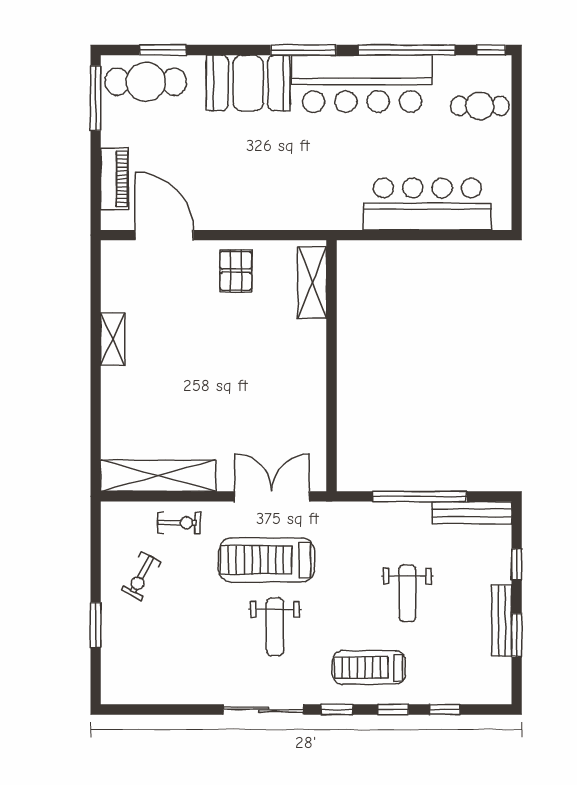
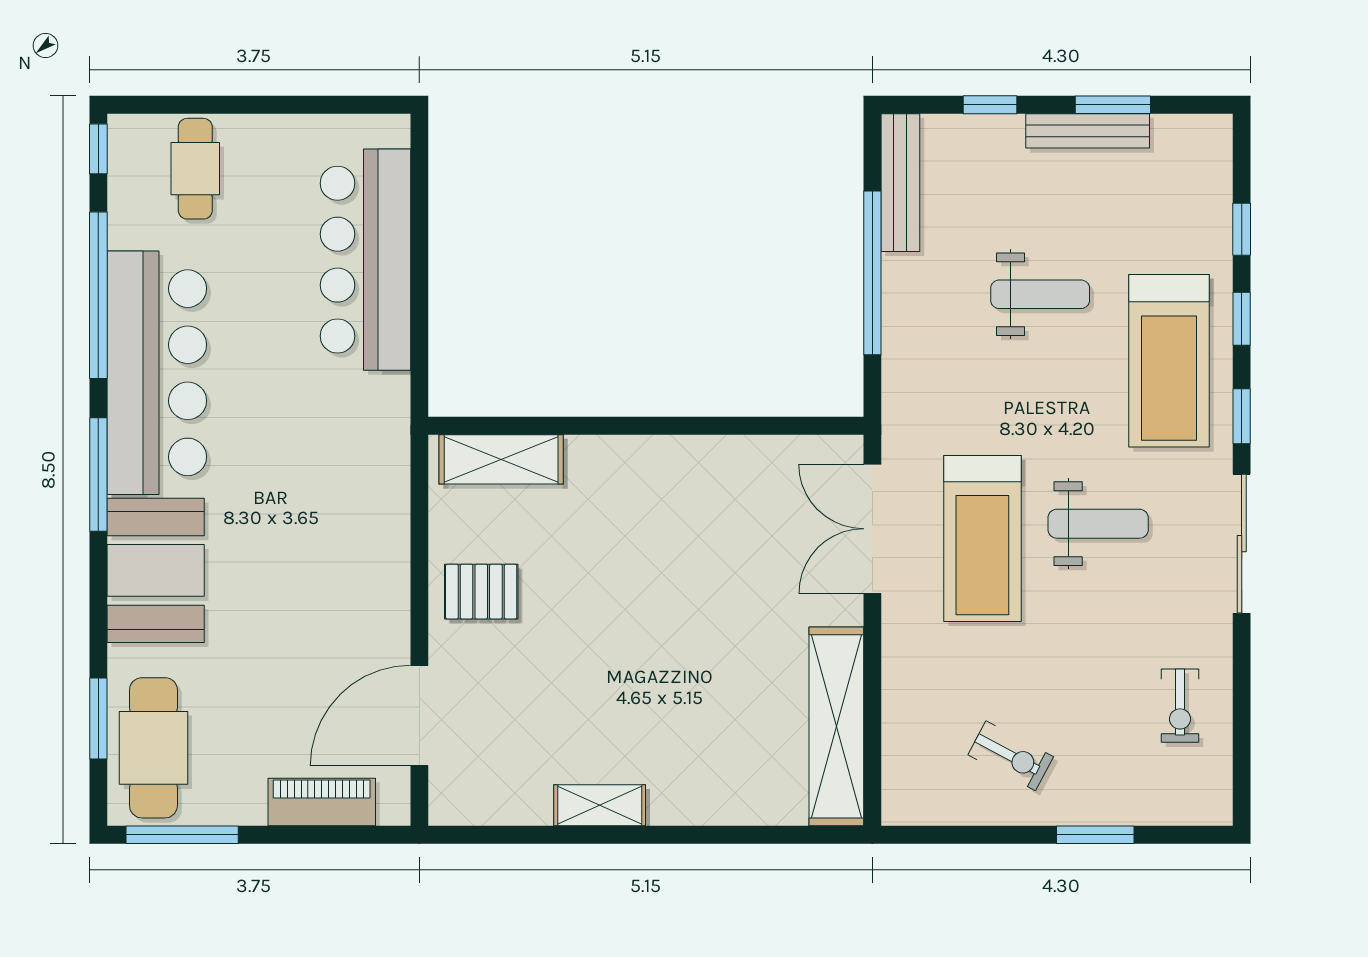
exercise bike: (179, 523) -> (1180, 706), moved, turned 180
treadmill: (369, 668) -> (1169, 361), width x1.37, depth x1.38

